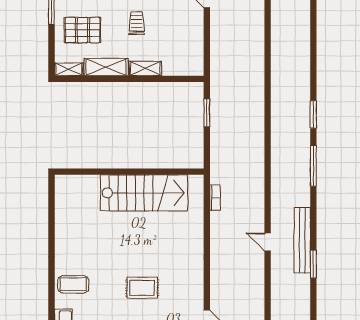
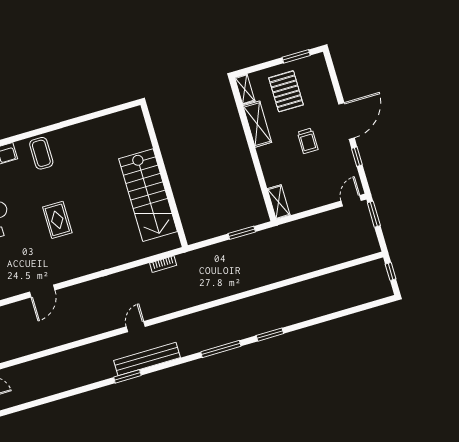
trolley: (137, 23) -> (308, 141), turned 90
shelving: (145, 68) -> (279, 202), moved

